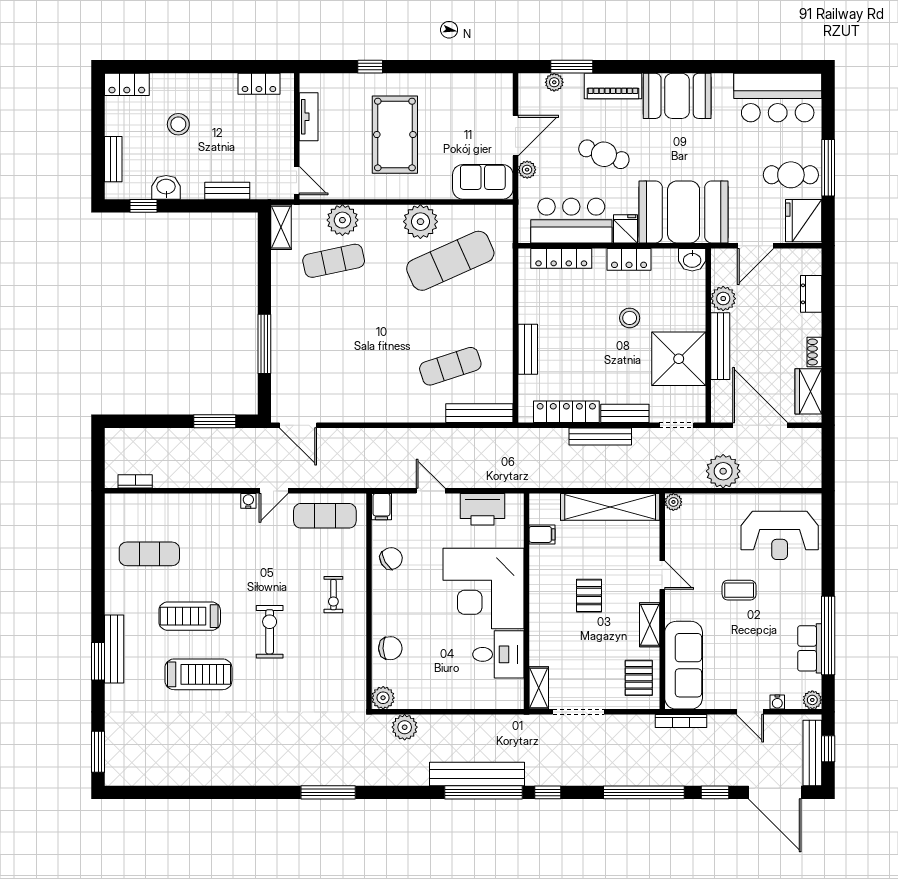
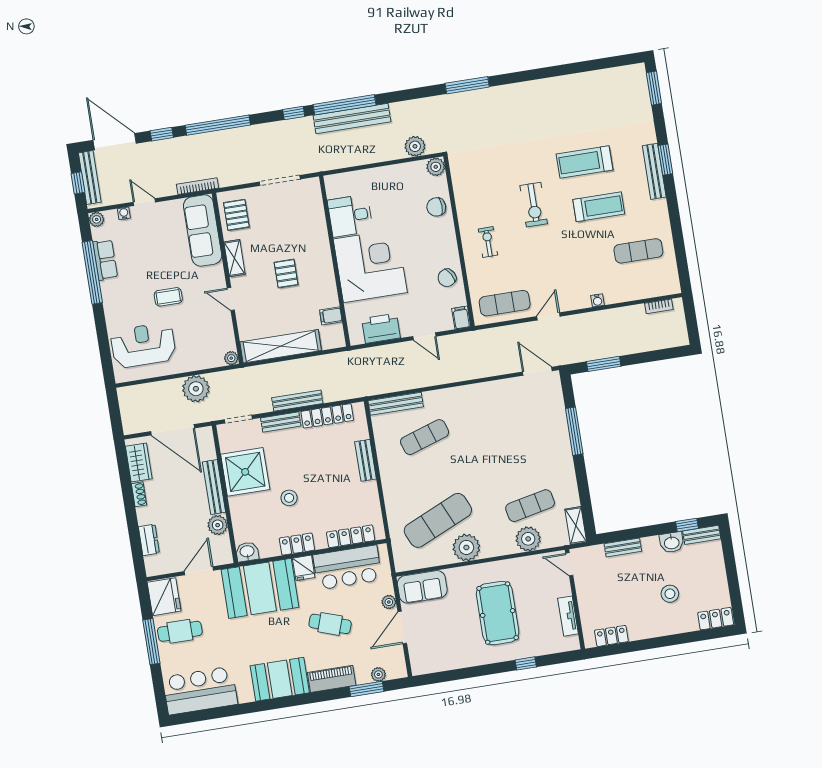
bench: (113, 159) -> (702, 535), moved, turned 90
water cooler: (248, 501) -> (597, 300), moved
shelving: (539, 688) -> (314, 194), removed

